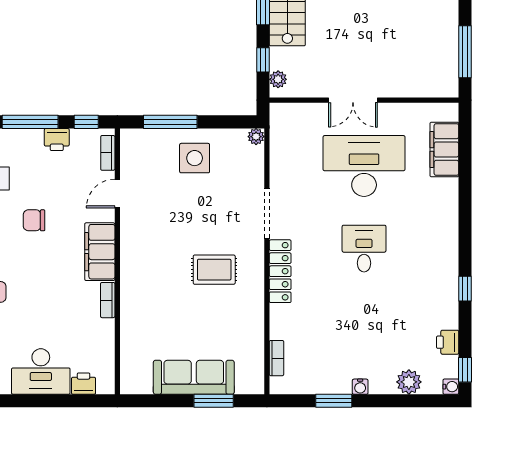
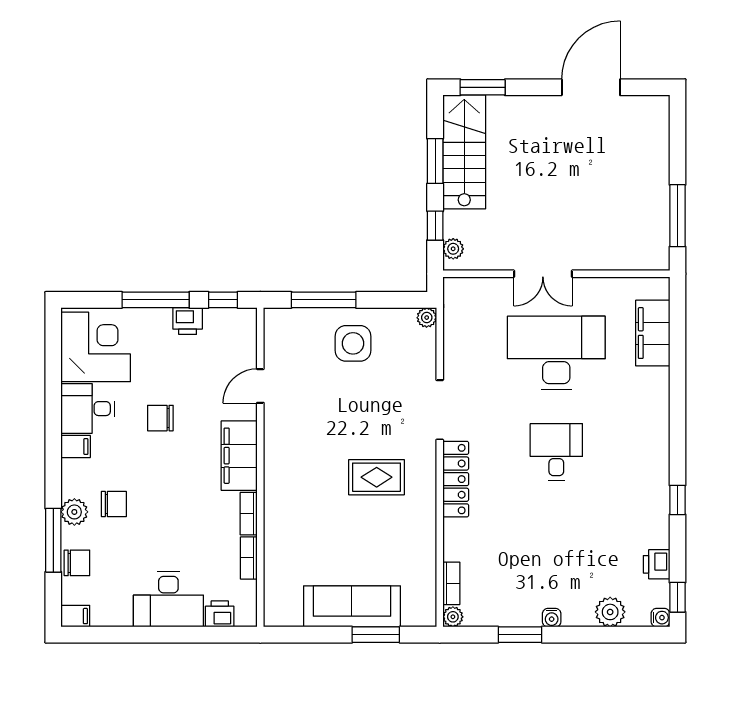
bookcase: (108, 153) -> (249, 558), moved
plant: (278, 386) -> (453, 617), added

